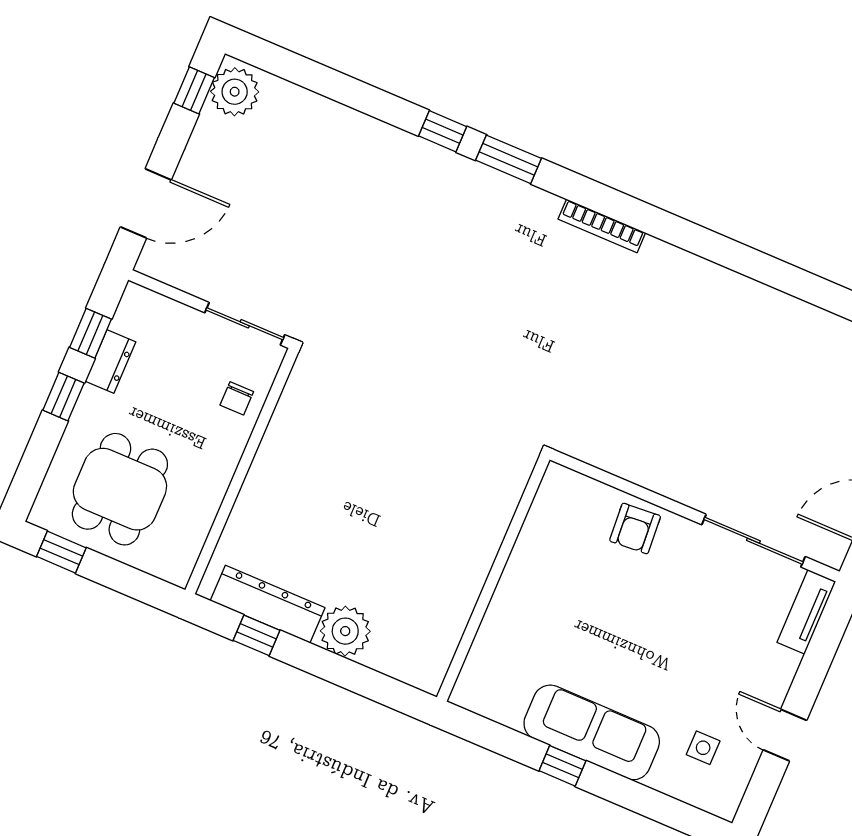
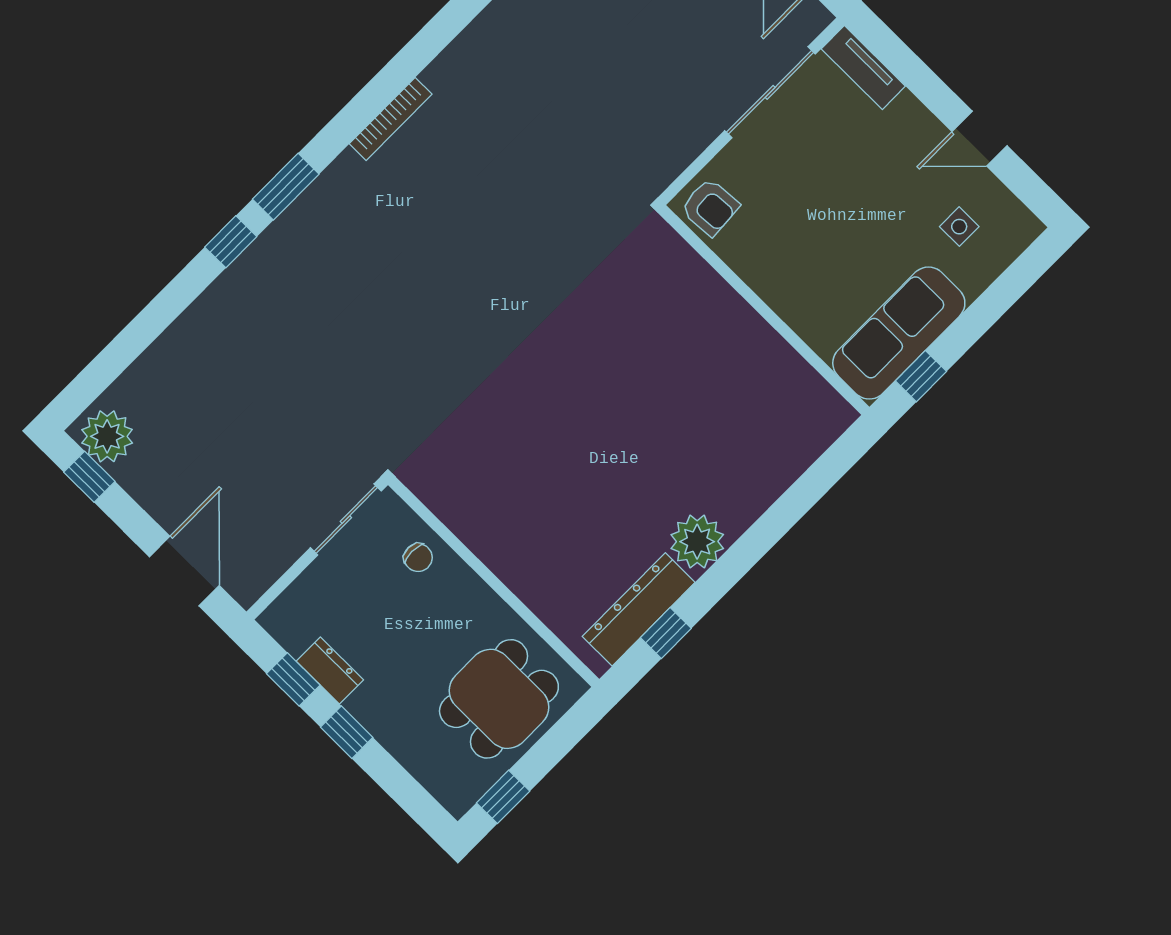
dining table: (120, 489) -> (499, 699), moved, turned 90
wall: (493, 578) -> (764, 310), moved

